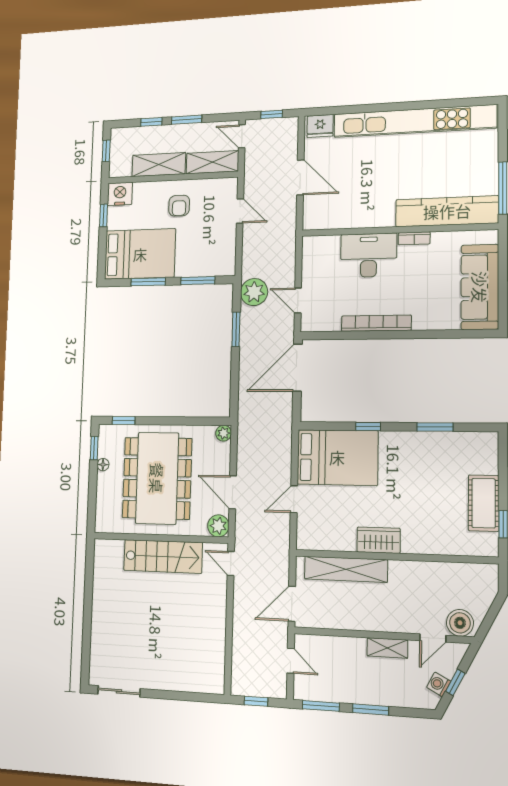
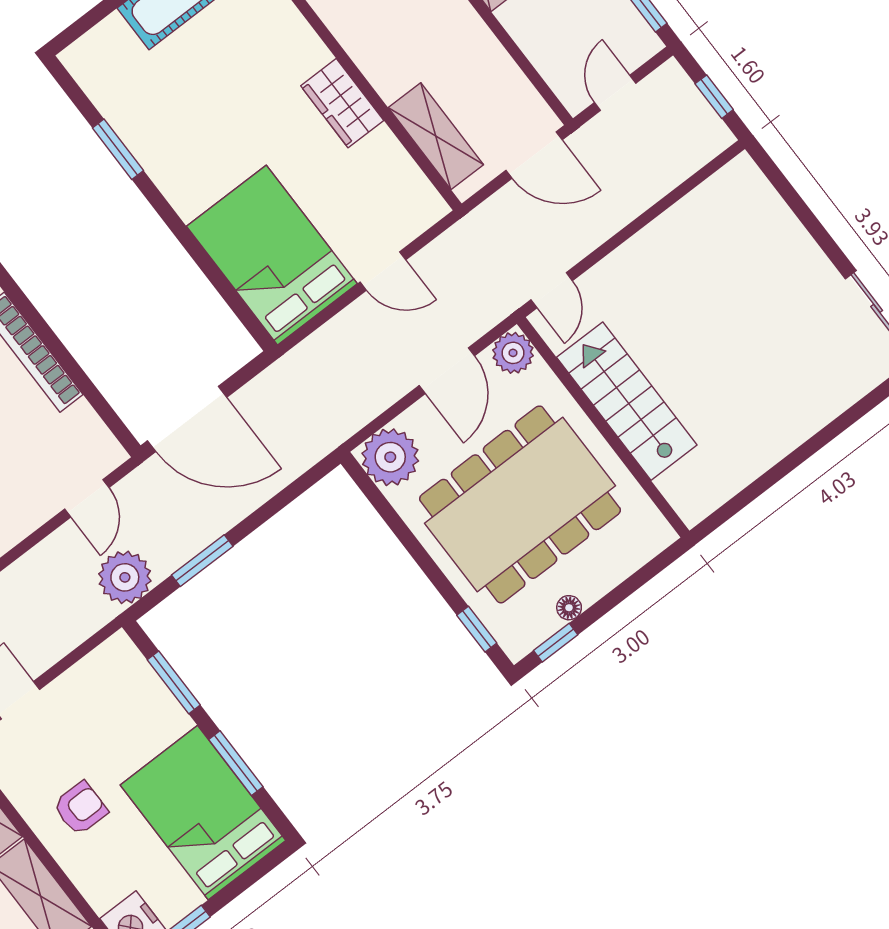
window: (368, 426) -> (192, 246), removed
plant: (224, 433) -> (390, 457), width x1.87, depth x1.87
shelving: (346, 569) -> (436, 136), width x0.68

